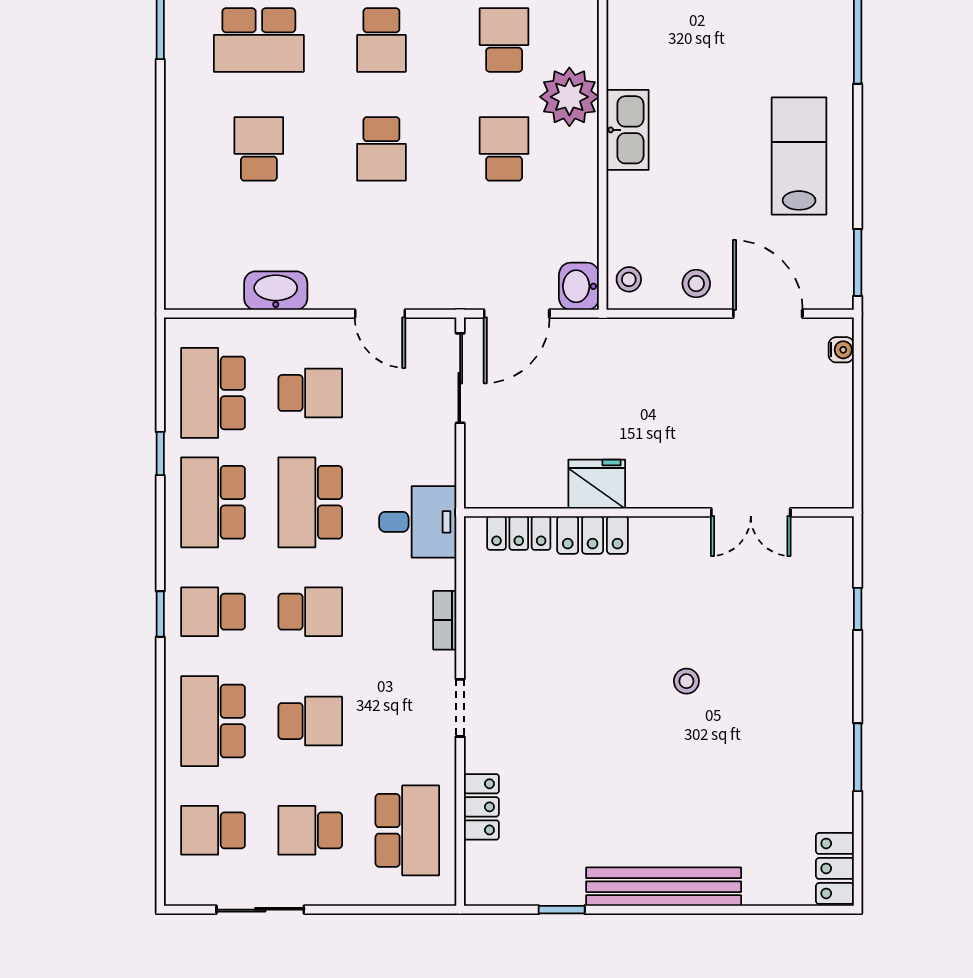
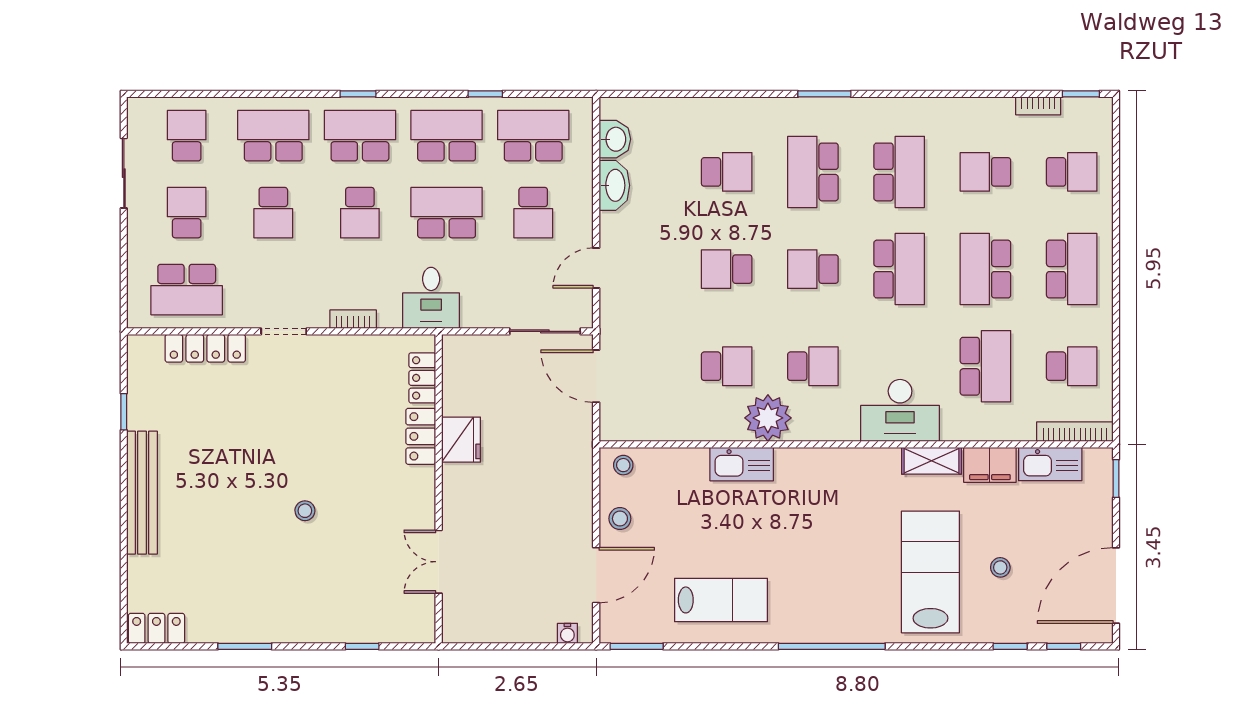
washbasin: (579, 286) -> (615, 139), moved, turned 90
school desk: (213, 612) -> (360, 136), width x1.85
locker: (481, 807) -> (205, 348), width x1.53

